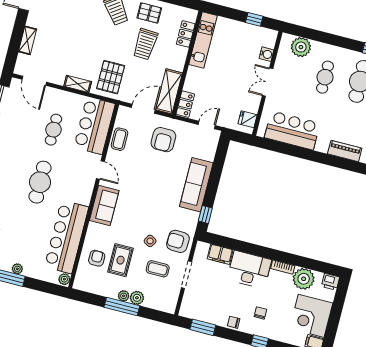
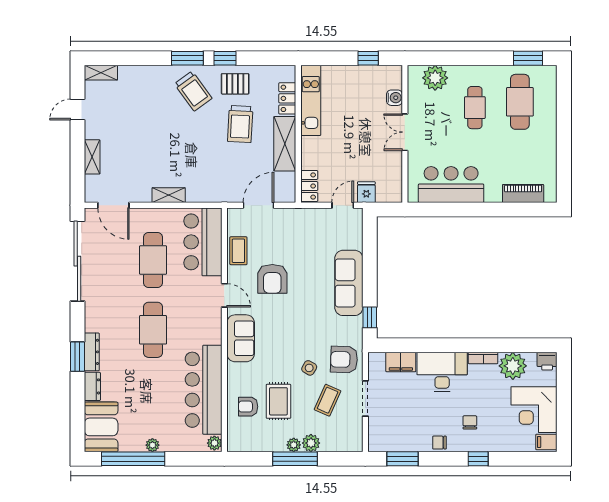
pallet: (111, 77) -> (208, 176), removed
shelving: (169, 91) -> (285, 144), moved
fridge: (248, 119) -> (366, 192), moved, turned 90
cafe table: (53, 130) -> (153, 260), width x1.37, depth x1.35
armchair: (163, 140) -> (272, 279), moved
armchair: (97, 258) -> (248, 407), turned -90
coffee table: (158, 269) -> (328, 400), turned -66

